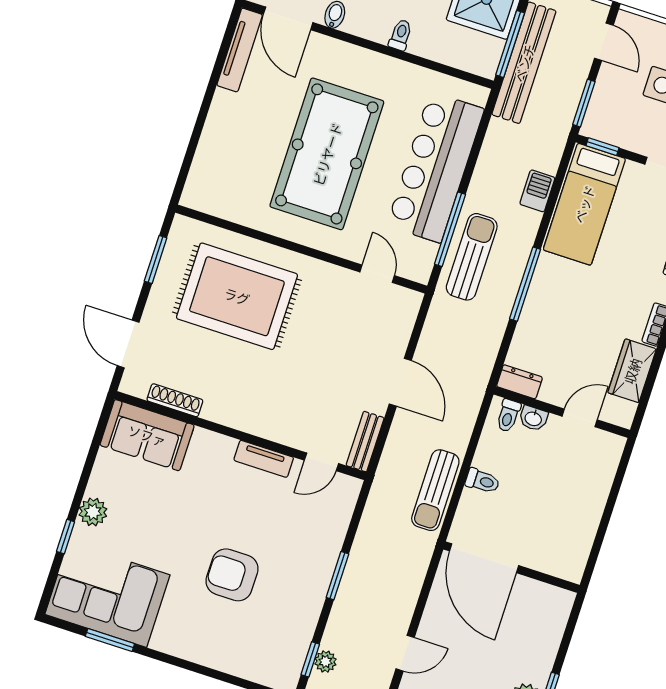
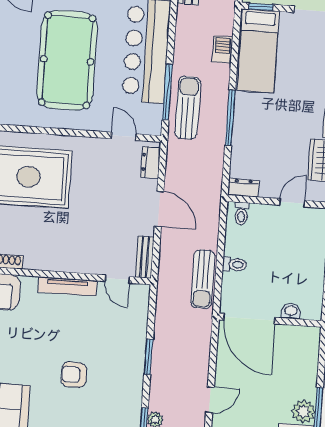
dresser: (404, 317) -> (150, 162), added
washbasin: (533, 418) -> (291, 311), moved, turned 180
tv unit: (264, 459) -> (67, 286), width x1.41
door: (322, 462) -> (117, 279), hinge flipped
armchair: (232, 575) -> (74, 375), width x0.72, depth x0.72

